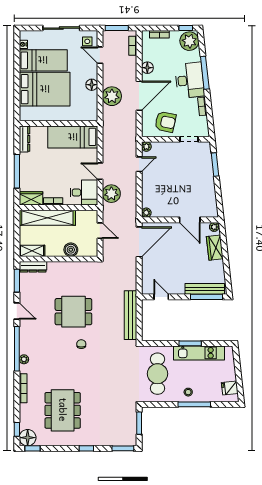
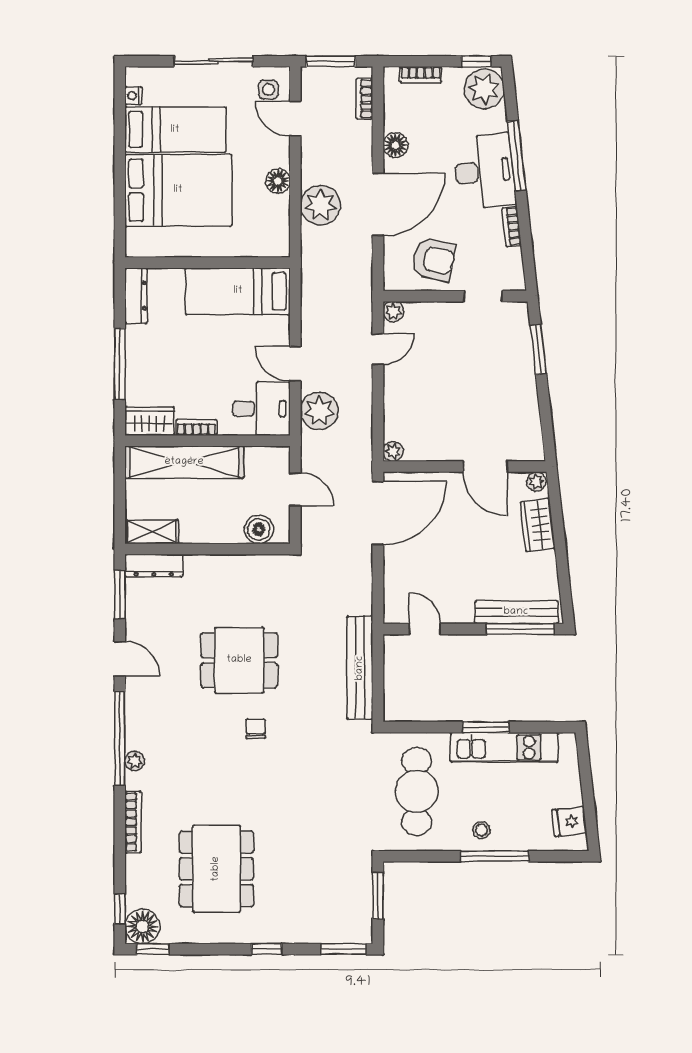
boiler: (71, 250) -> (259, 529), moved

